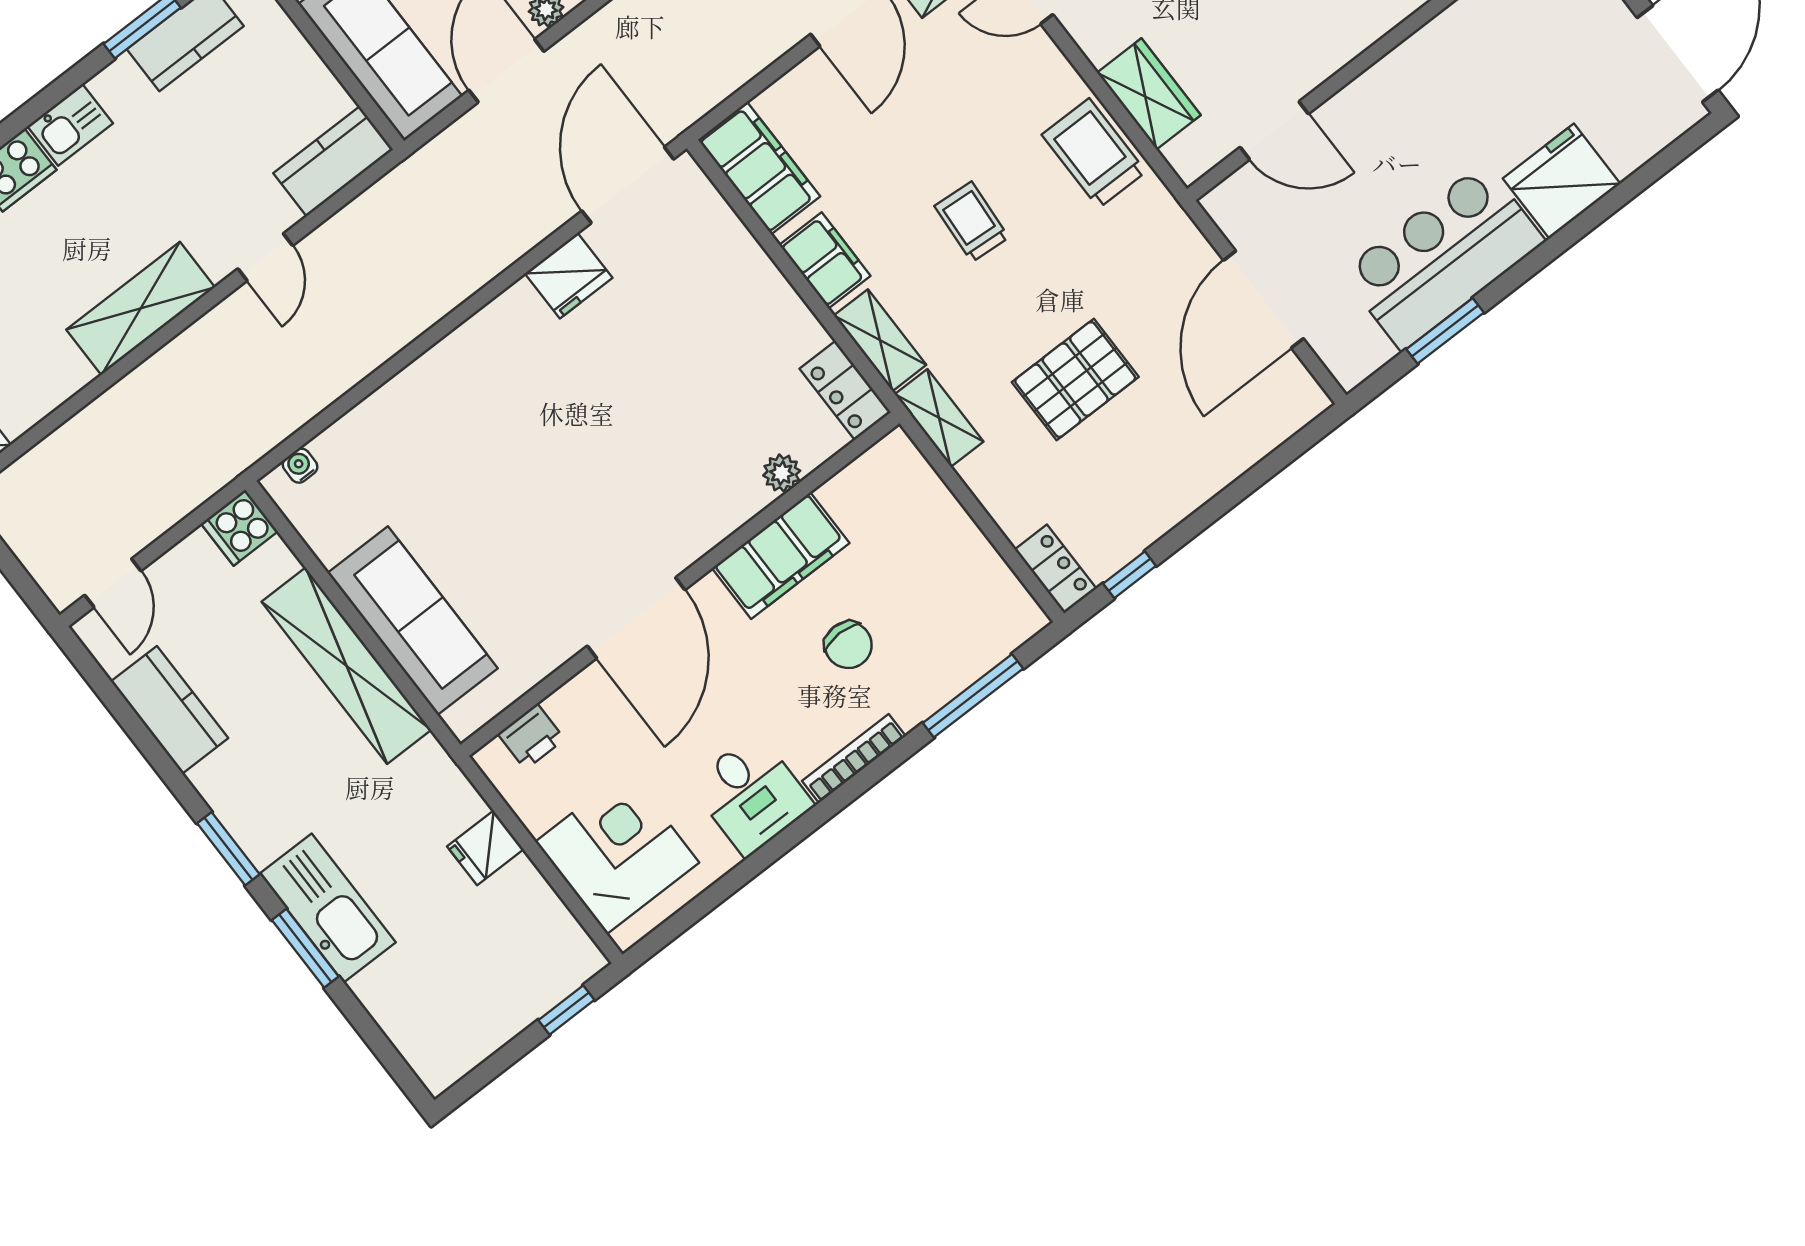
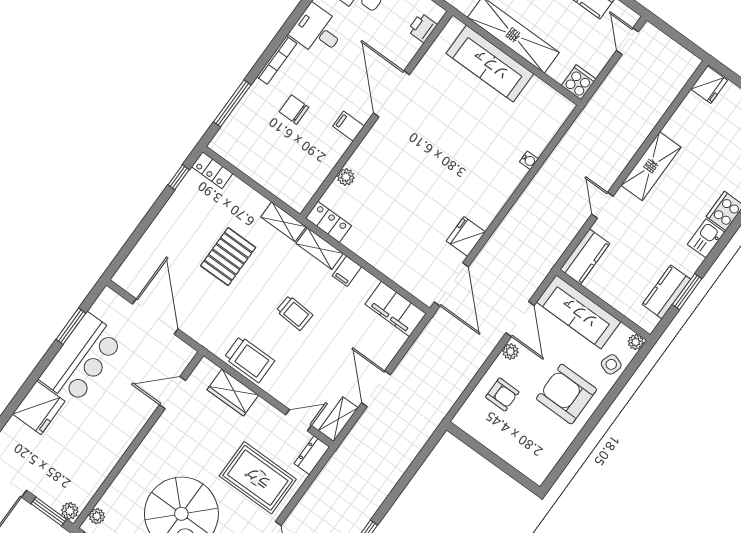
filing cabinet: (825, 260) -> (347, 271), width x0.50
water cooler: (300, 466) -> (529, 160), moved
filing cabinet: (781, 556) -> (348, 126), width x0.33, depth x0.86

